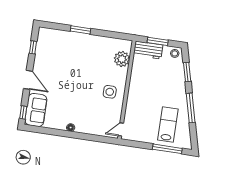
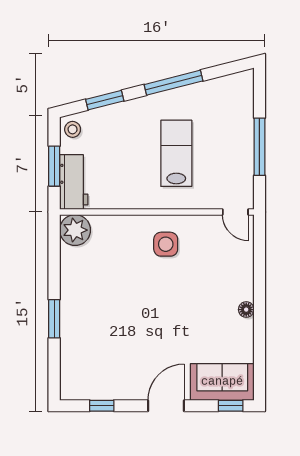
plant: (122, 59) -> (75, 230), moved
lab bench: (168, 125) -> (176, 153), moved, turned 90
window: (167, 149) -> (259, 147), moved

